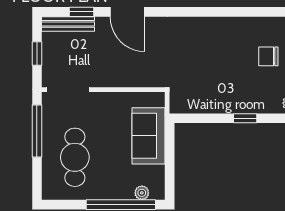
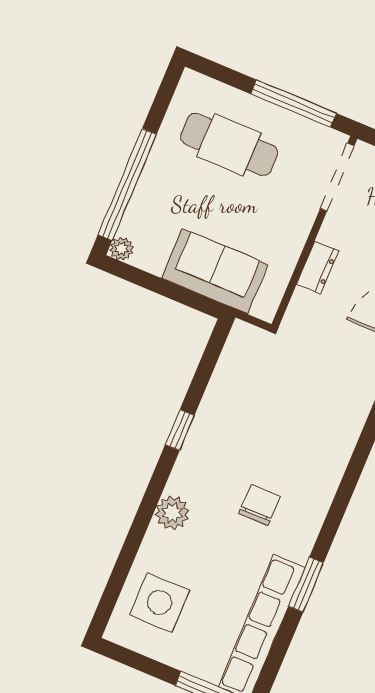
dresser: (123, 79) -> (318, 268), added
plant: (142, 193) -> (122, 249), moved

